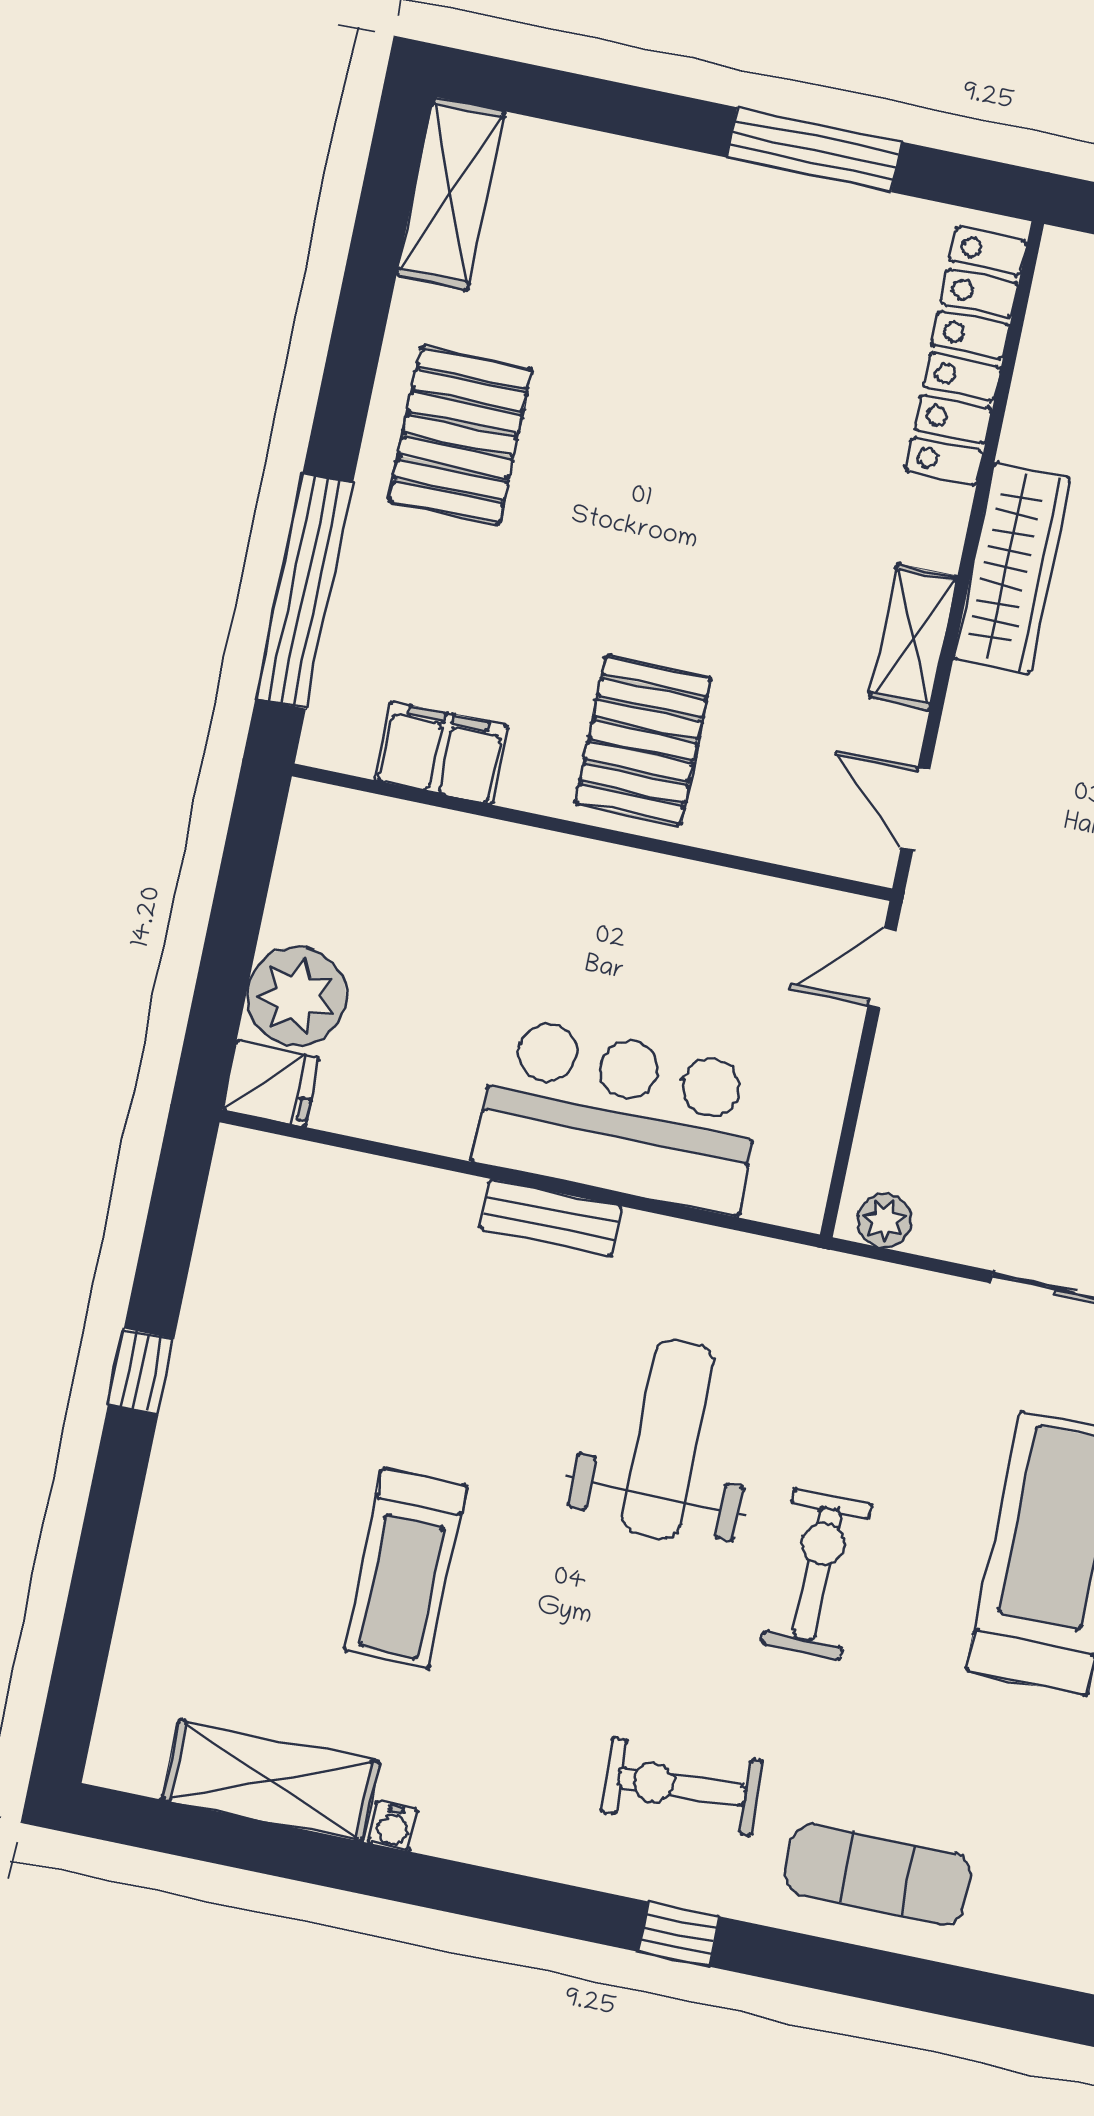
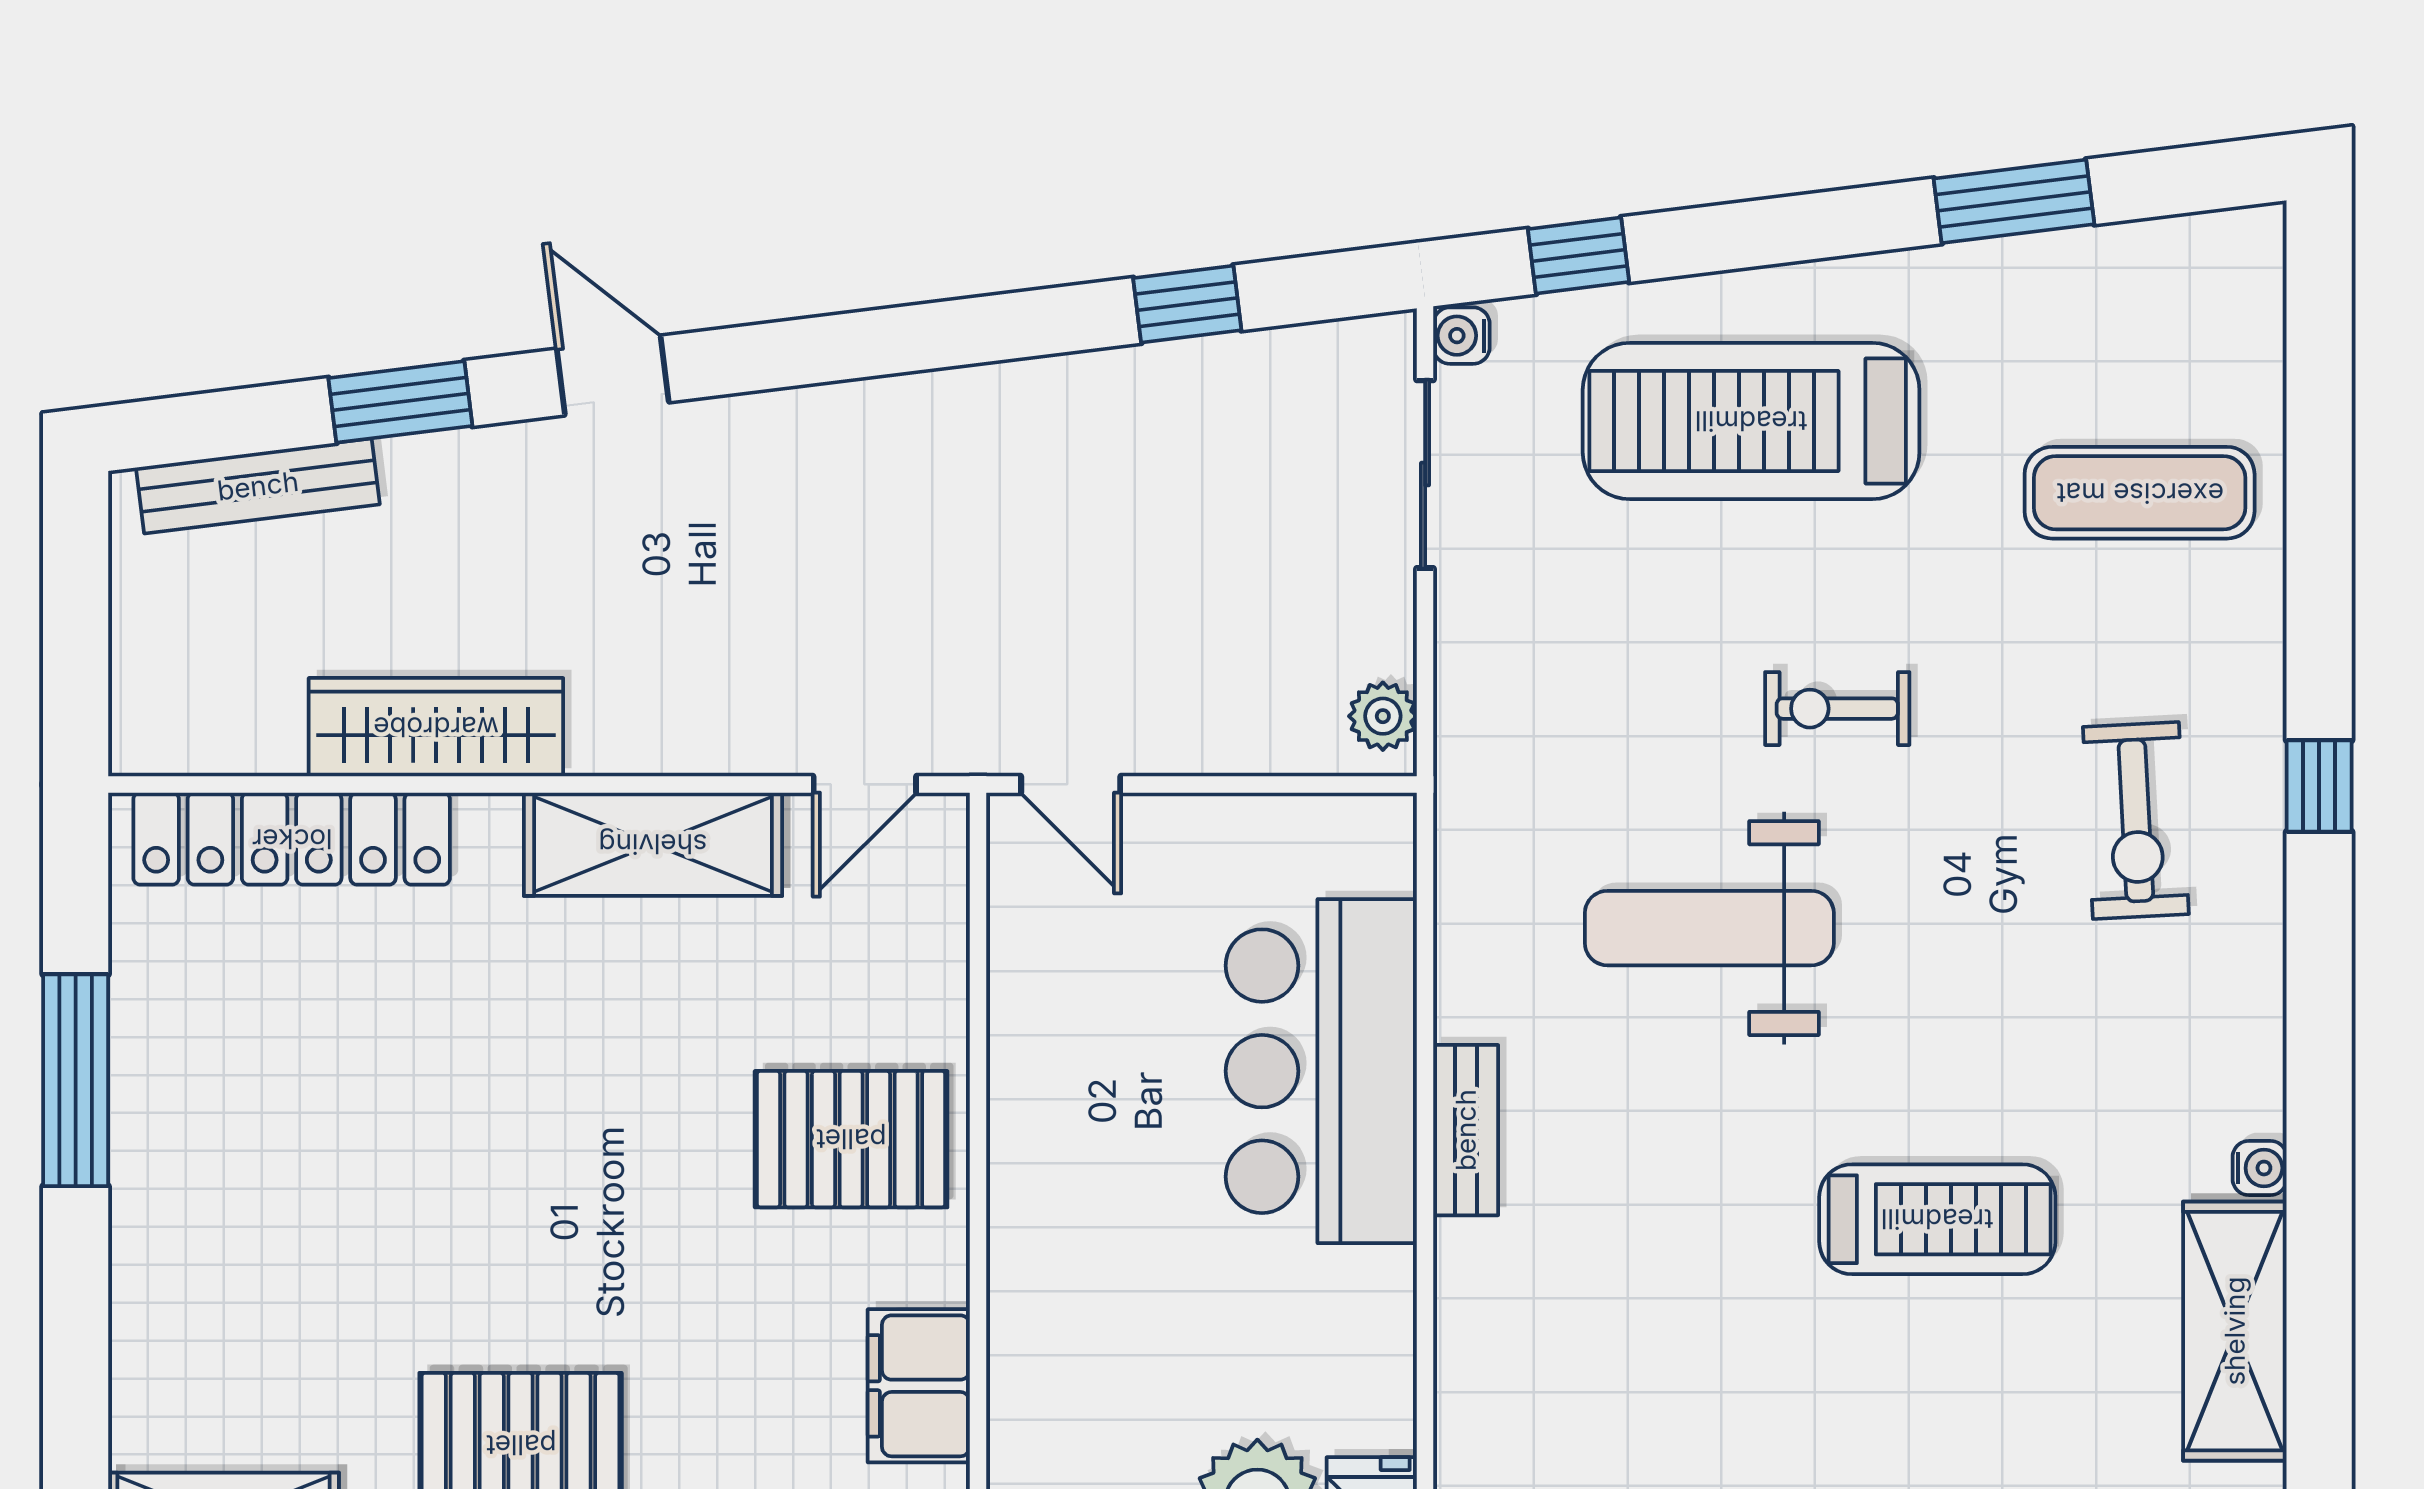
wardrobe: (1012, 568) -> (436, 727), moved
shelving: (913, 637) -> (653, 844), width x1.50, depth x1.33
exercise bike: (817, 1574) -> (1837, 709), width x0.73, depth x0.72
exercise mat: (878, 1874) -> (2140, 493), moved, turned 90

